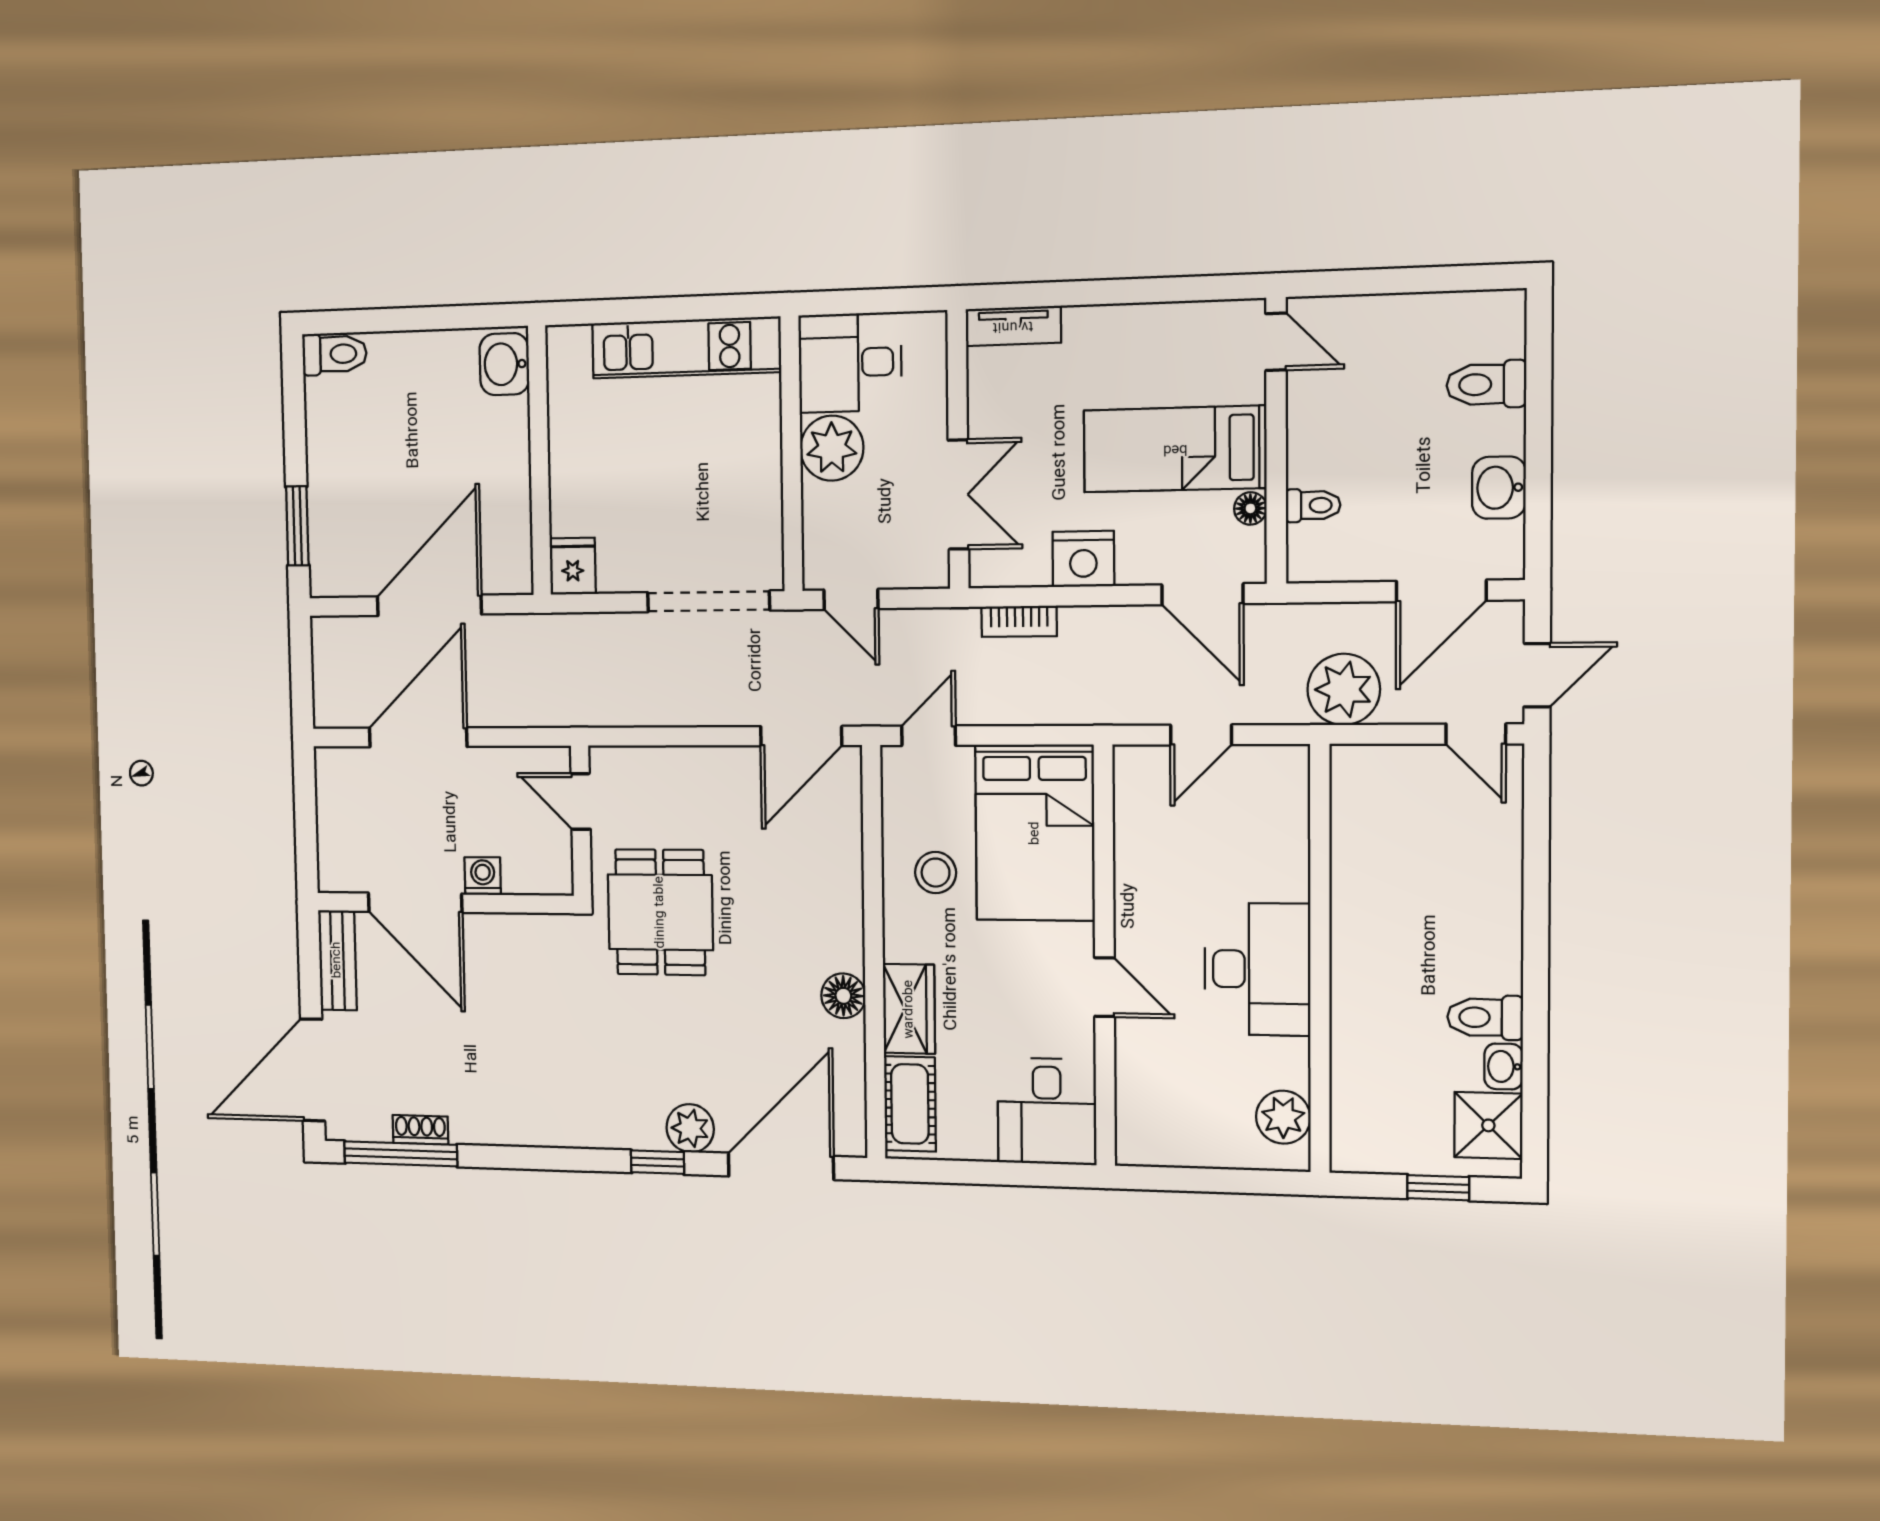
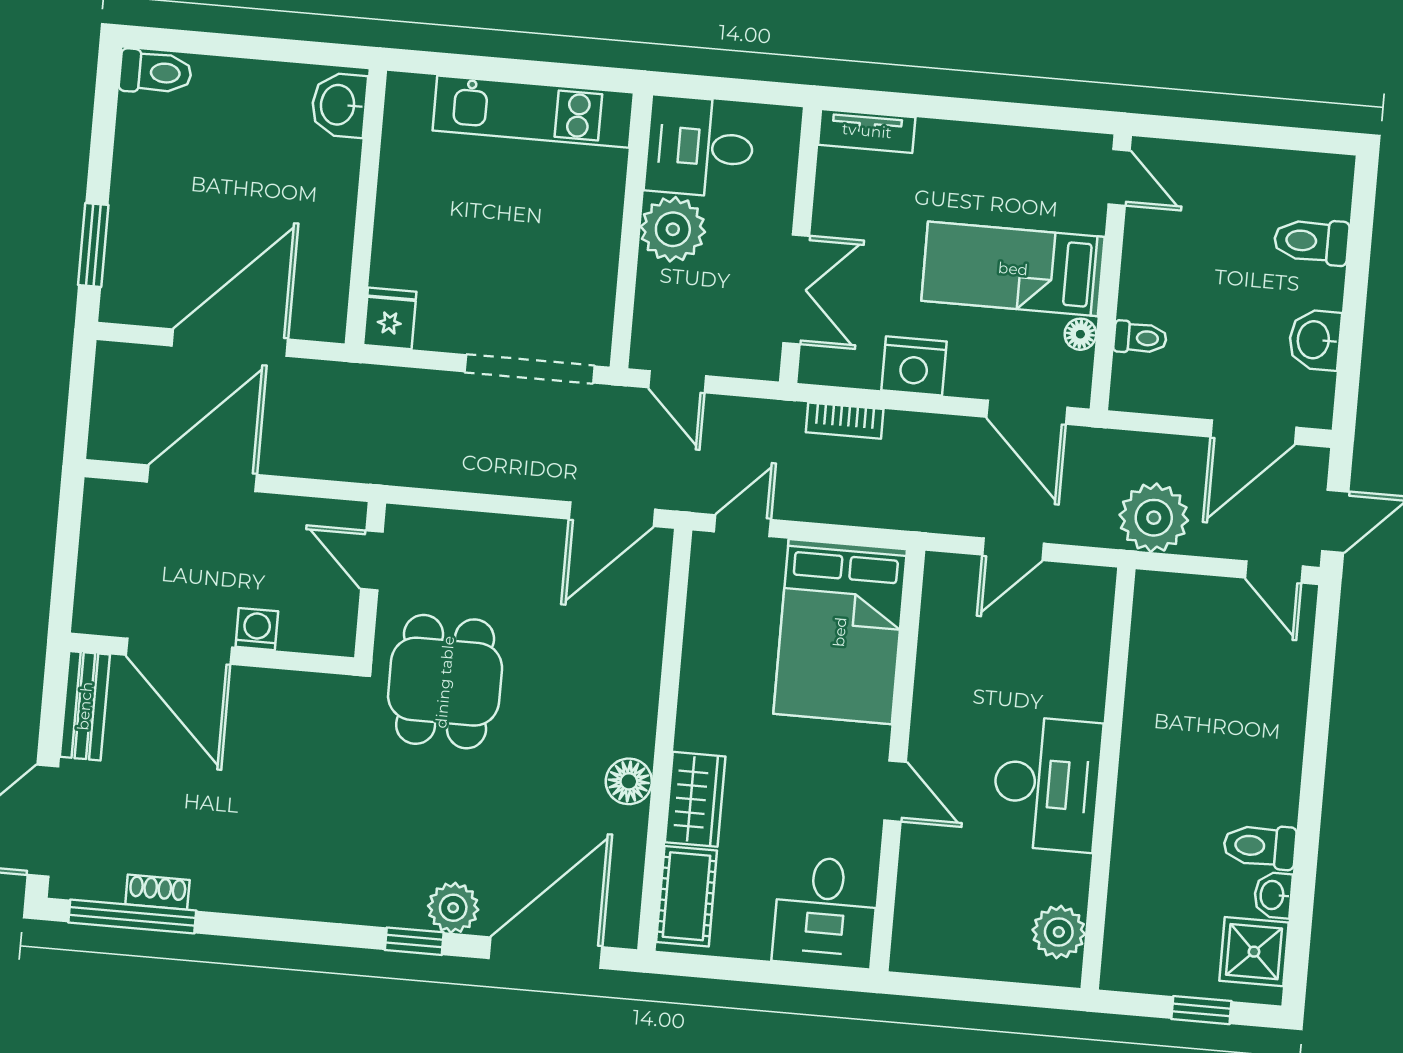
stool: (936, 873) -> (736, 663), removed

